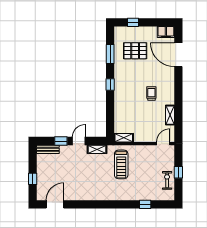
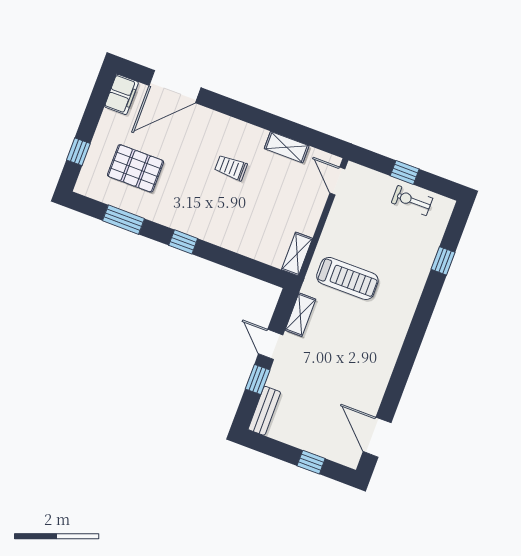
pallet: (135, 51) -> (135, 168), turned 90

